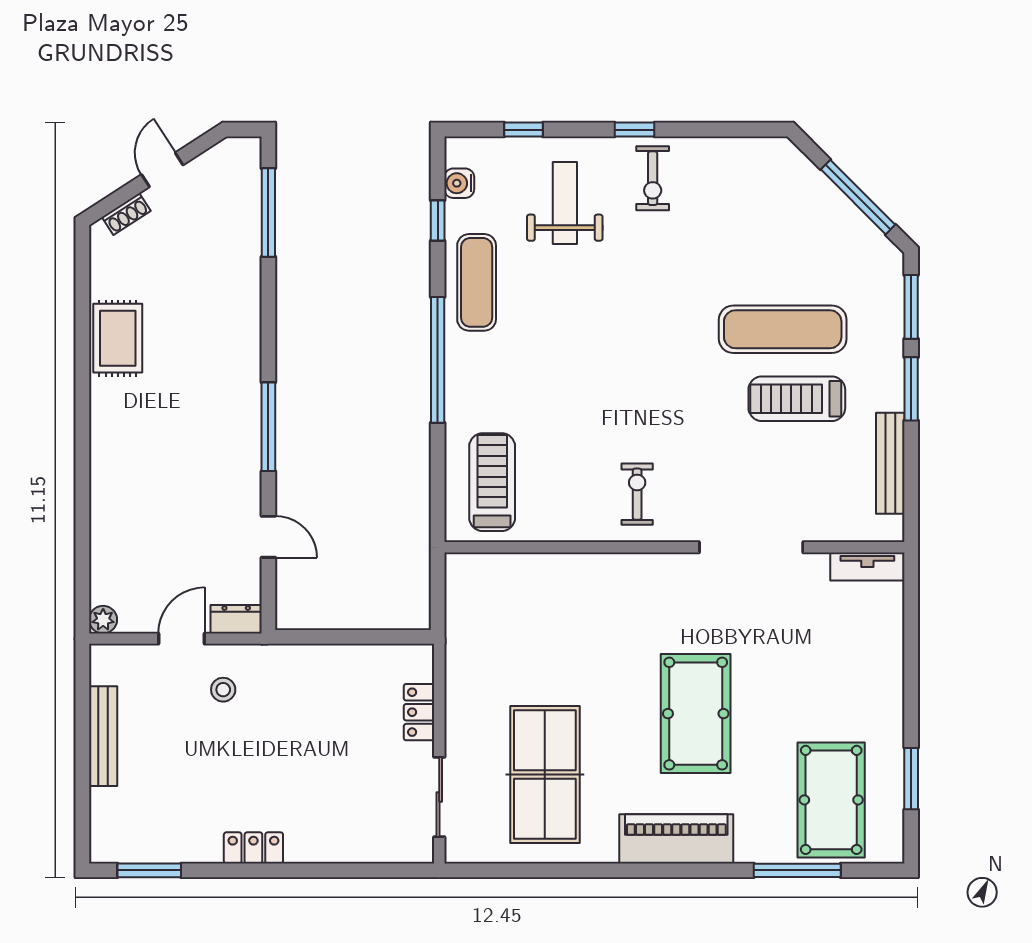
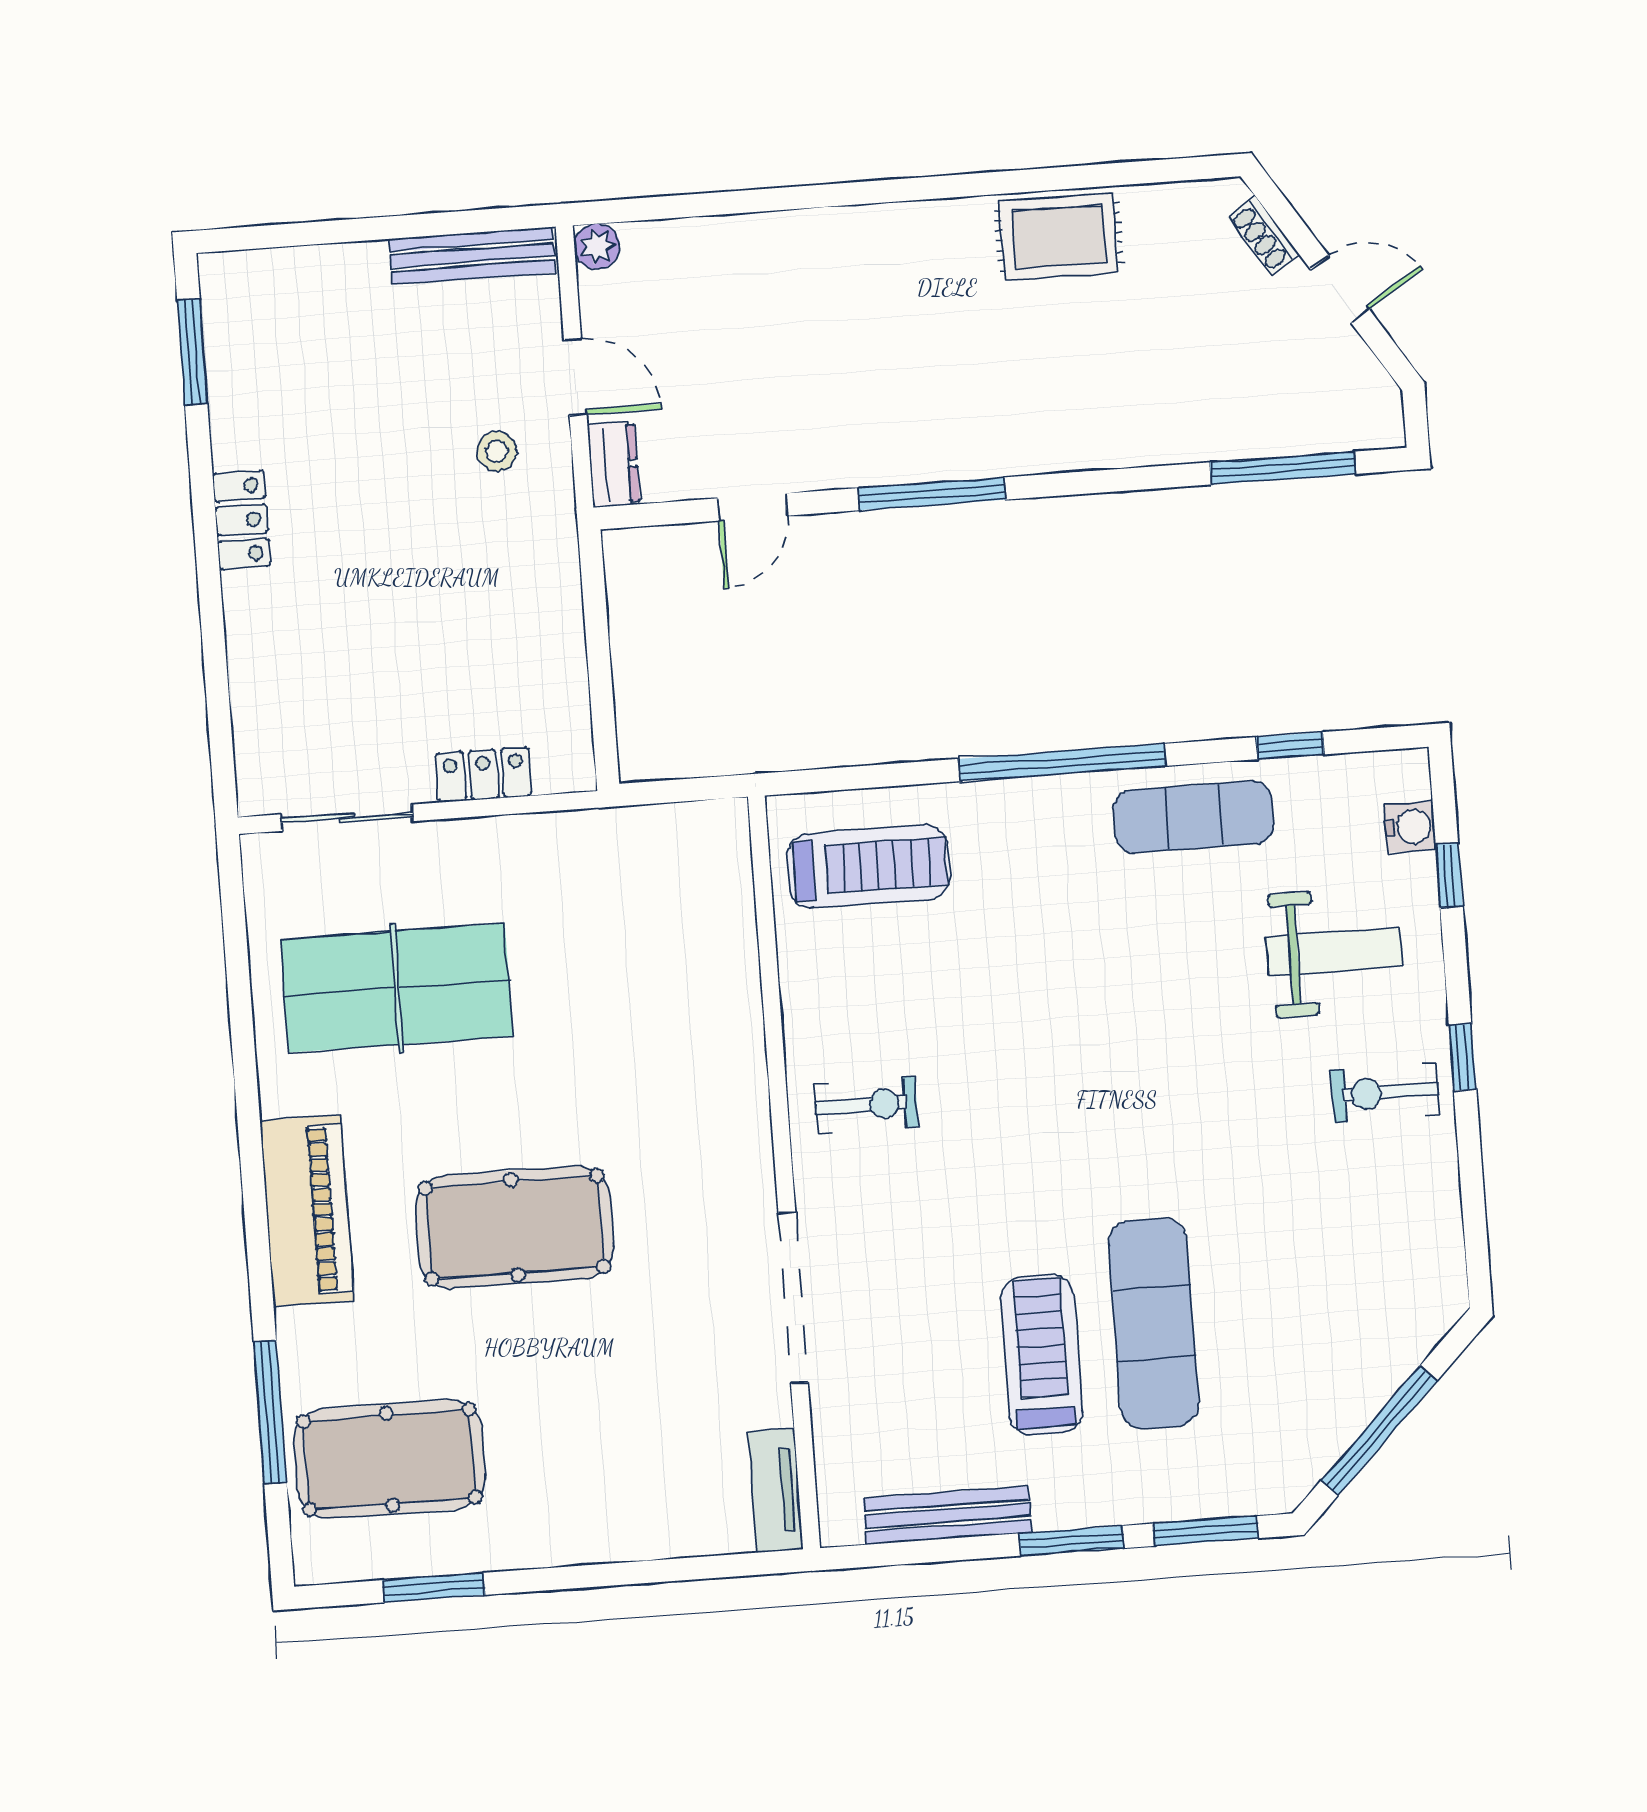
water cooler: (459, 183) -> (1410, 827), moved, turned 90
bench: (103, 736) -> (472, 256), moved

